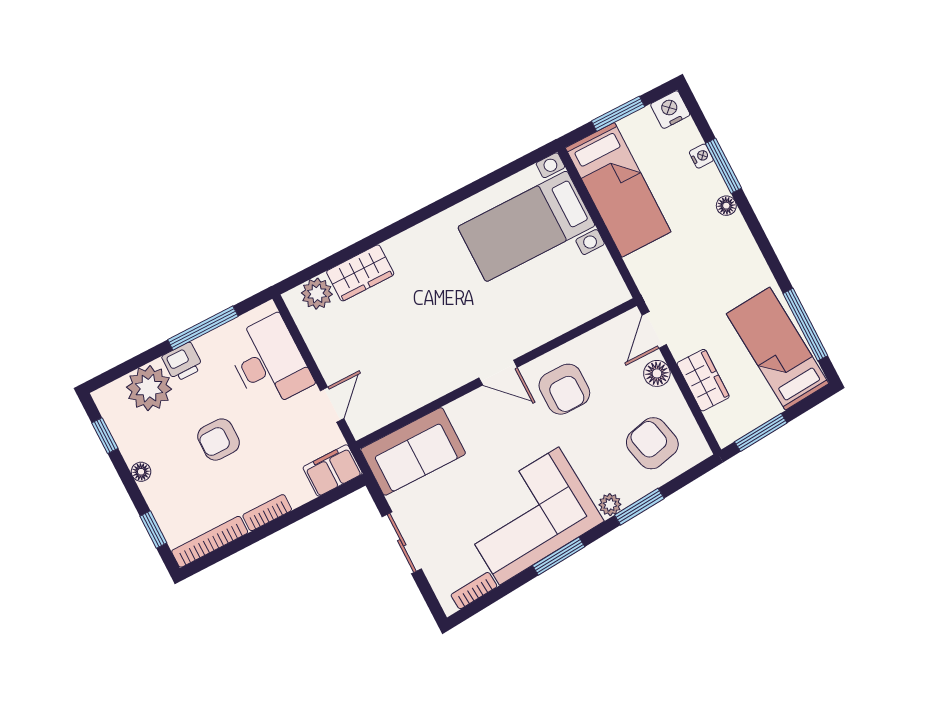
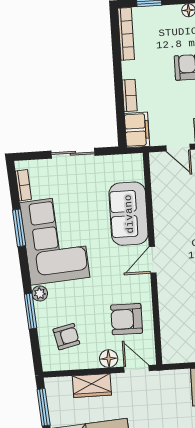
armchair: (564, 389) -> (127, 319), moved
armchair: (652, 443) -> (66, 337), width x0.72, depth x0.72
sofa: (413, 451) -> (129, 214), moved
bookcase: (267, 513) -> (130, 95), moved
window: (559, 556) -> (19, 228), moved

